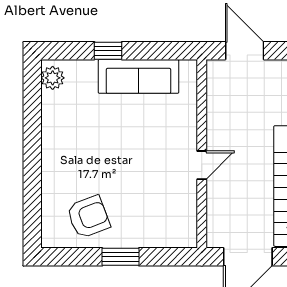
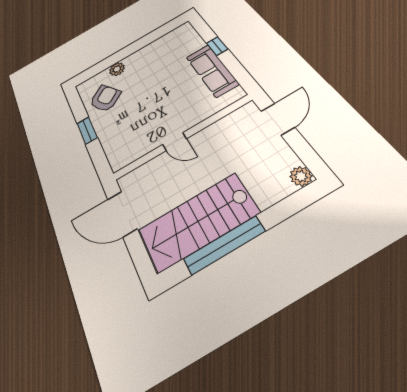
plant: (53, 78) -> (117, 69), moved
armchair: (88, 217) -> (105, 98), turned -104

